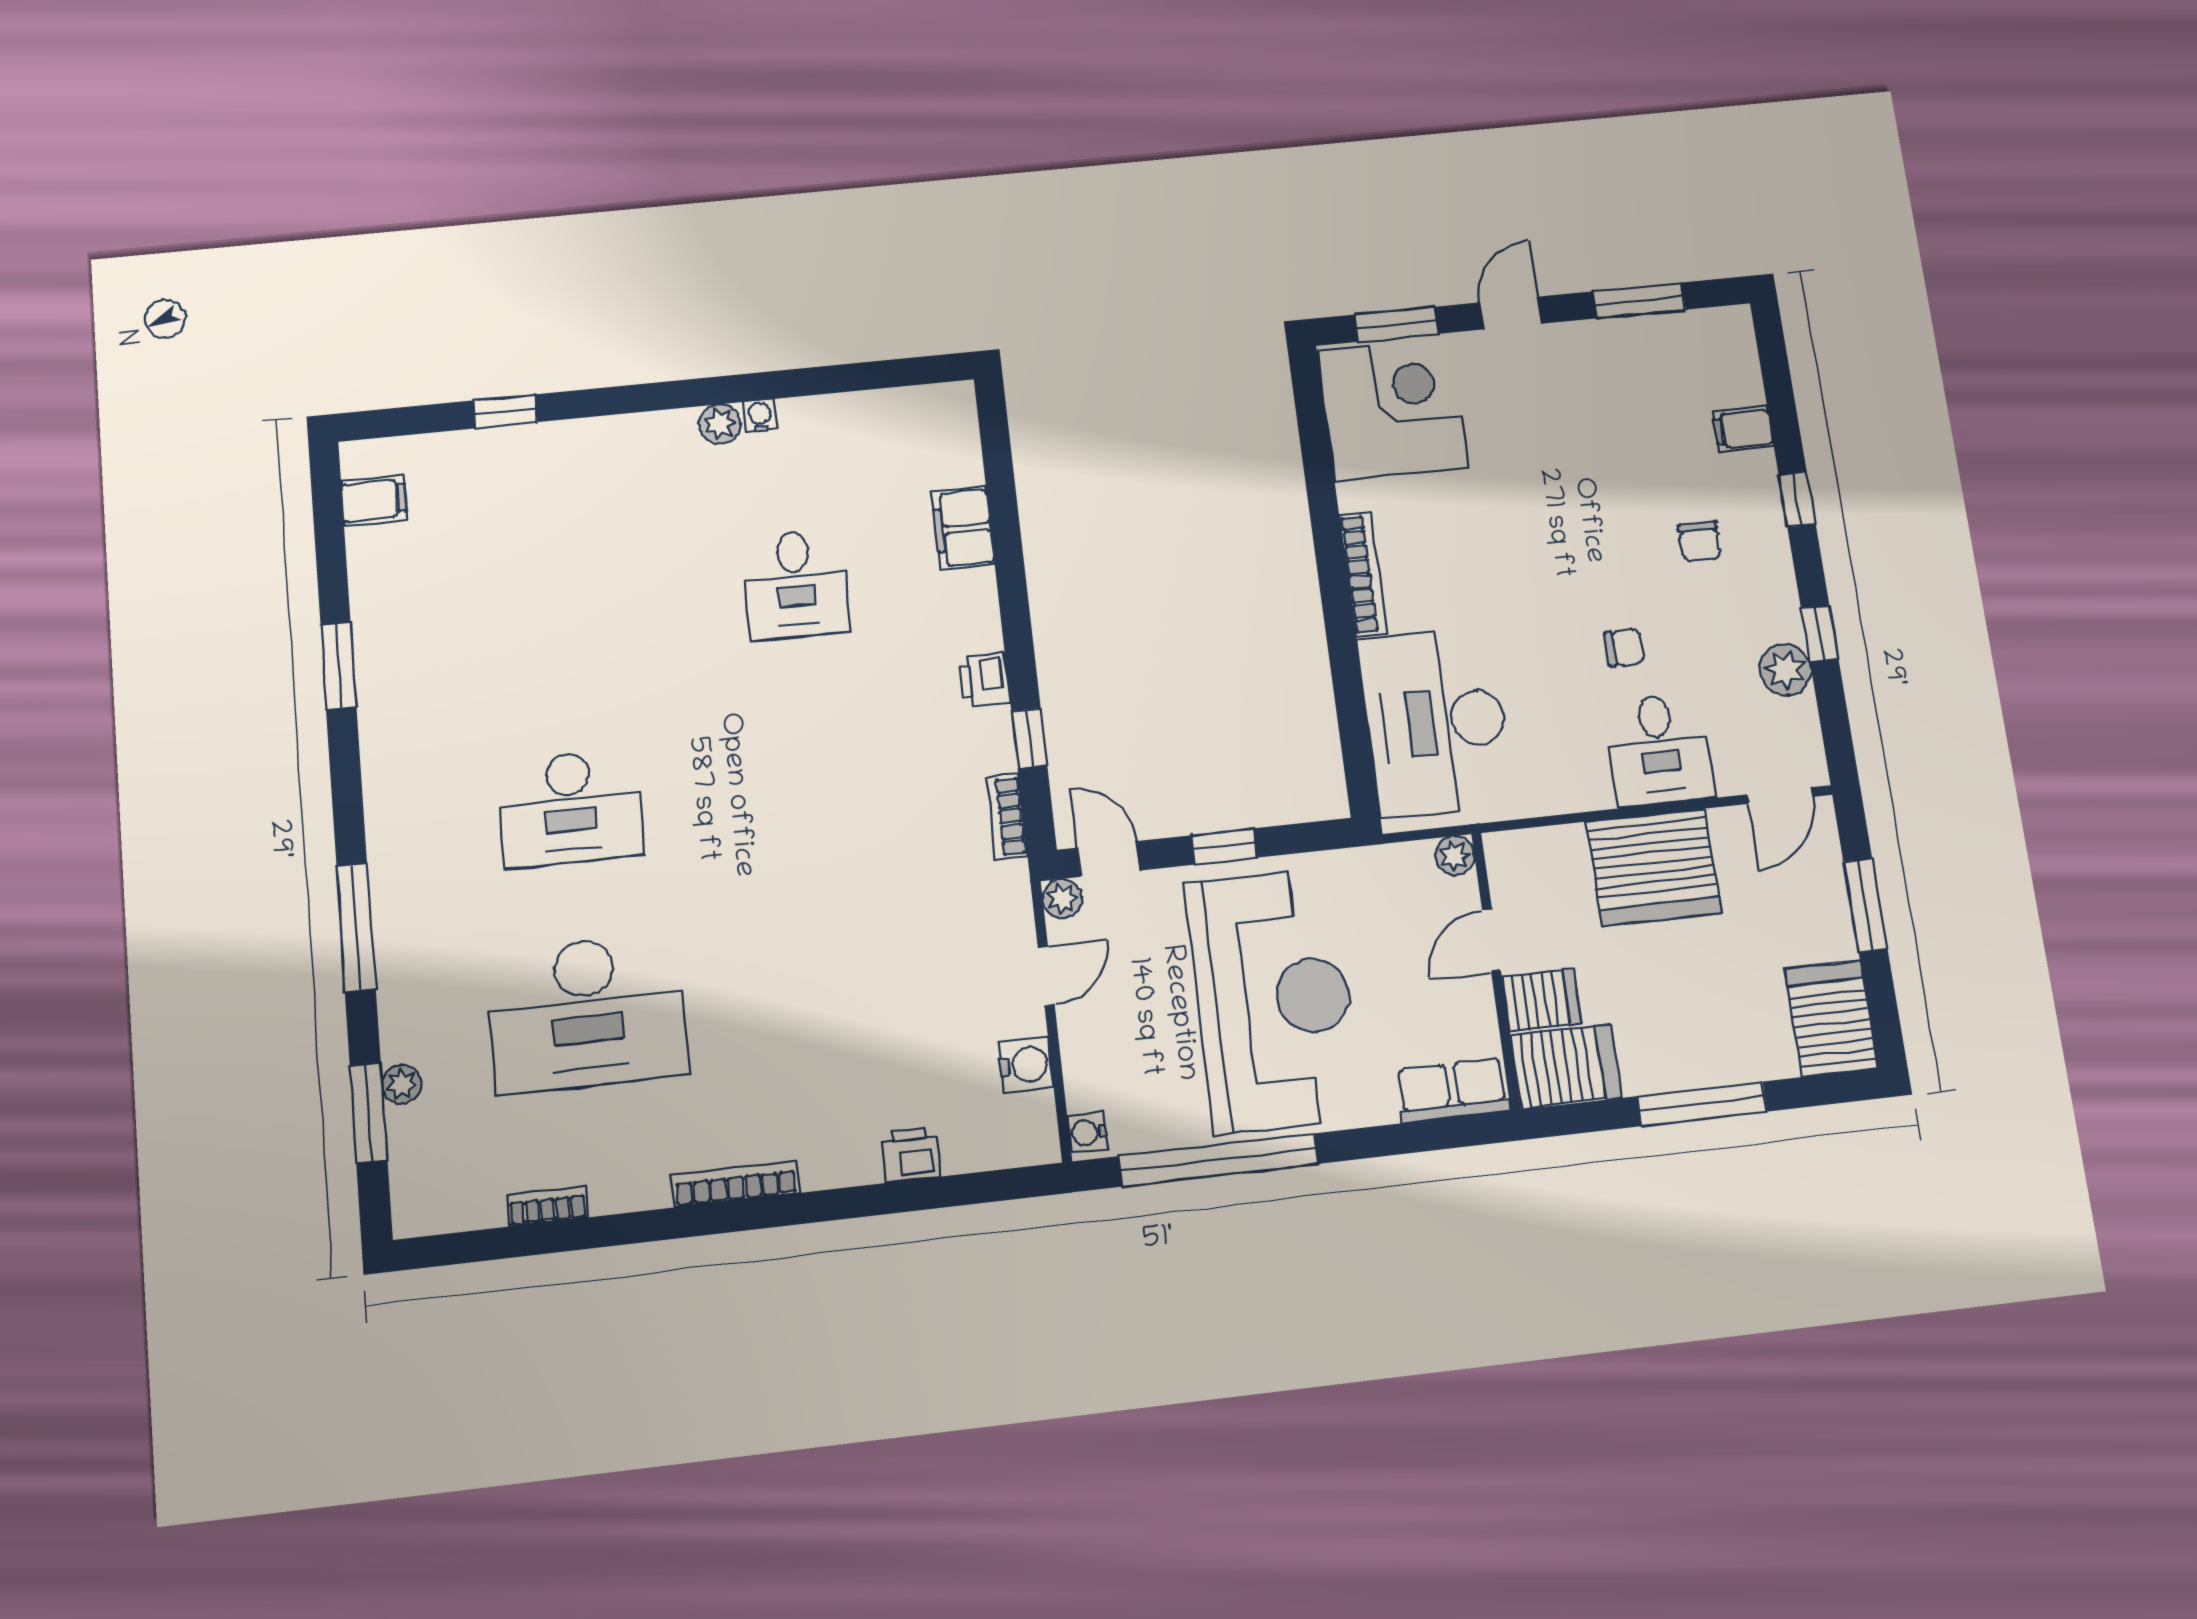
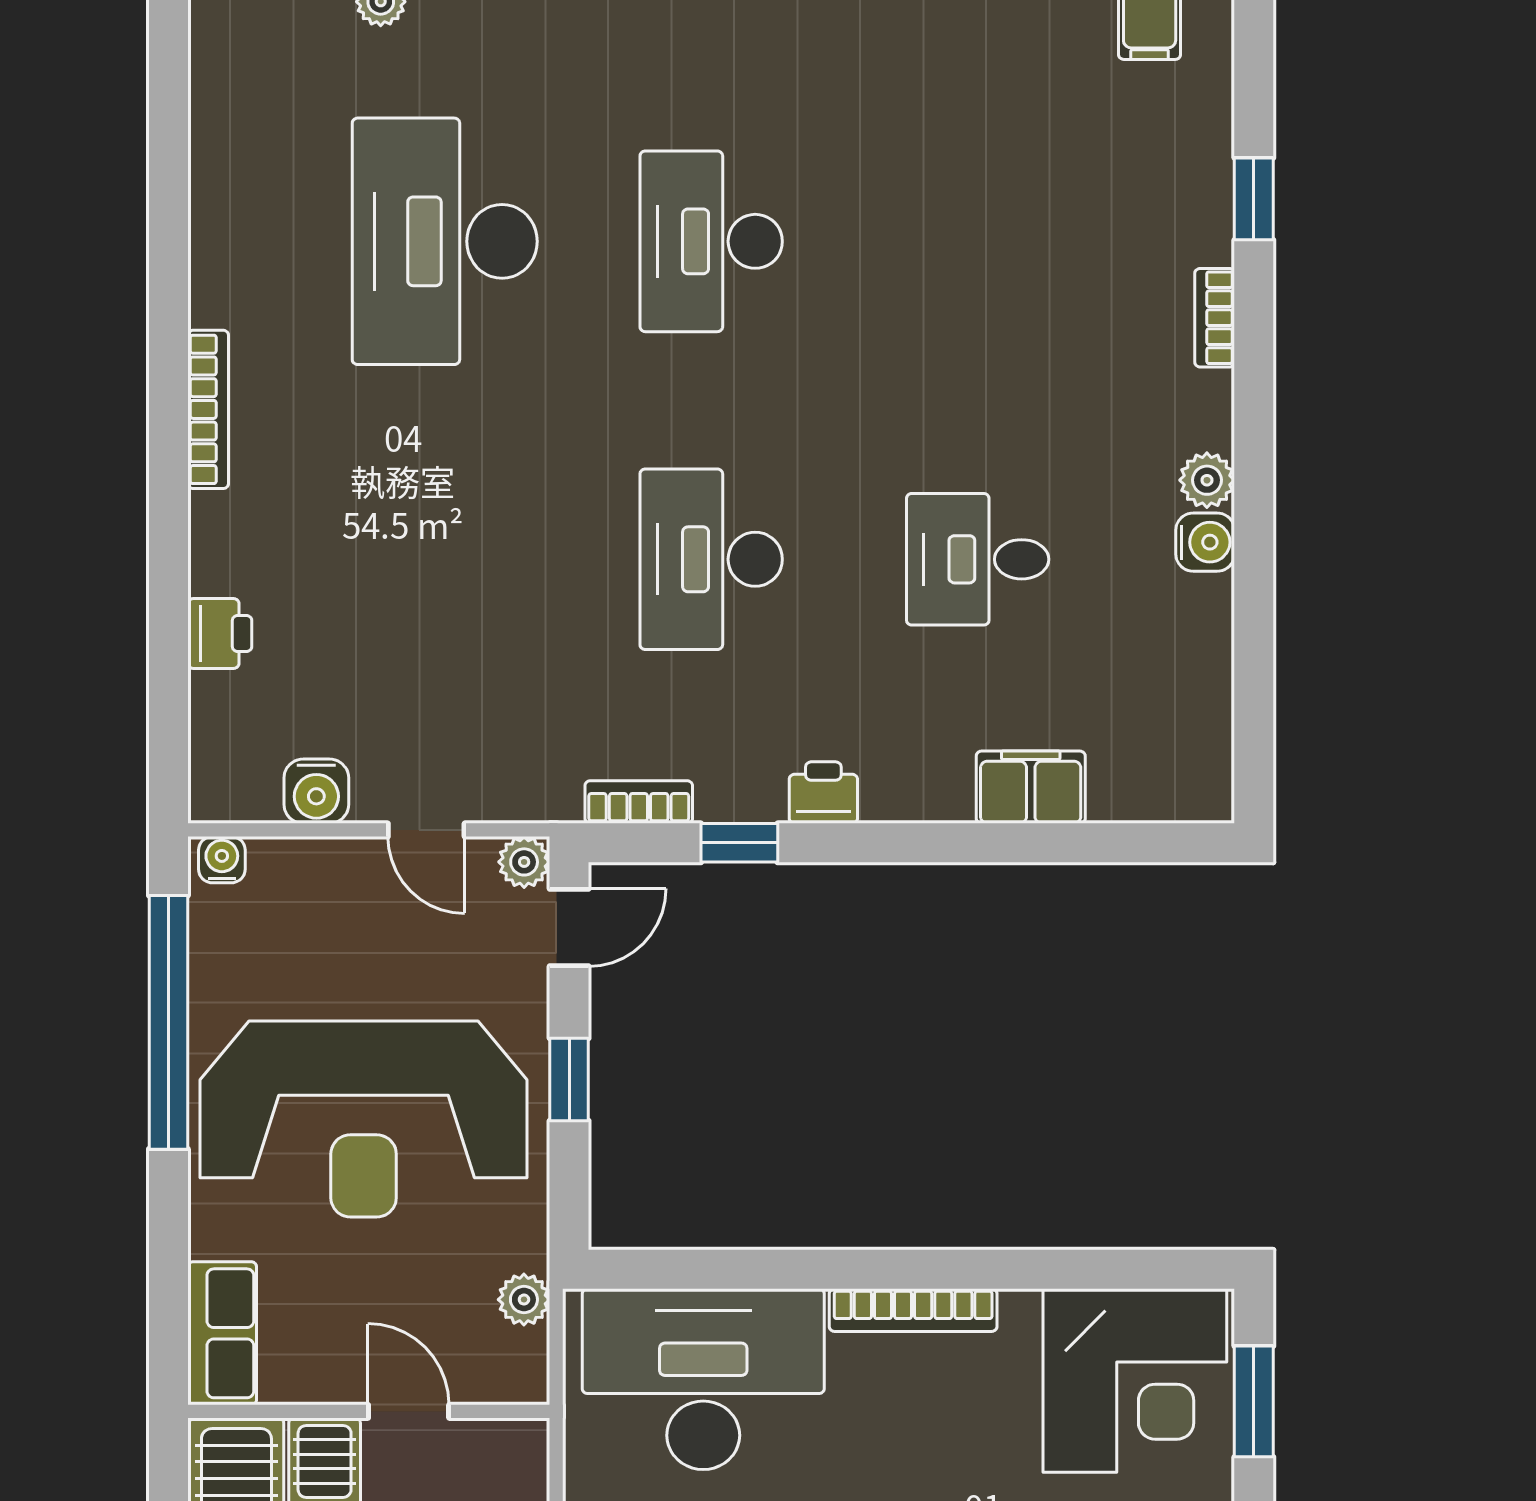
water cooler: (760, 416) -> (1205, 542), width x1.38, depth x1.38
desk: (815, 782) -> (711, 559), added
plant: (1455, 856) -> (524, 1300), moved
bookcase: (547, 1206) -> (1215, 318), moved, turned 180

